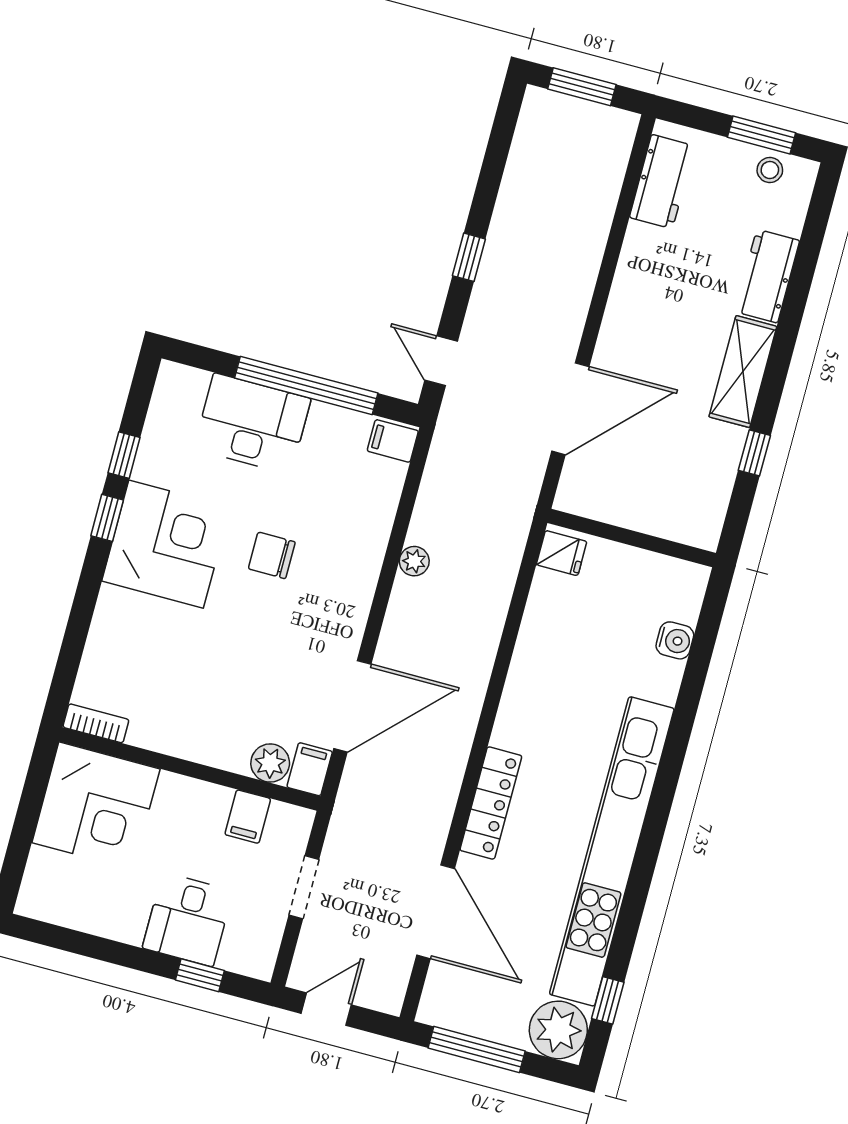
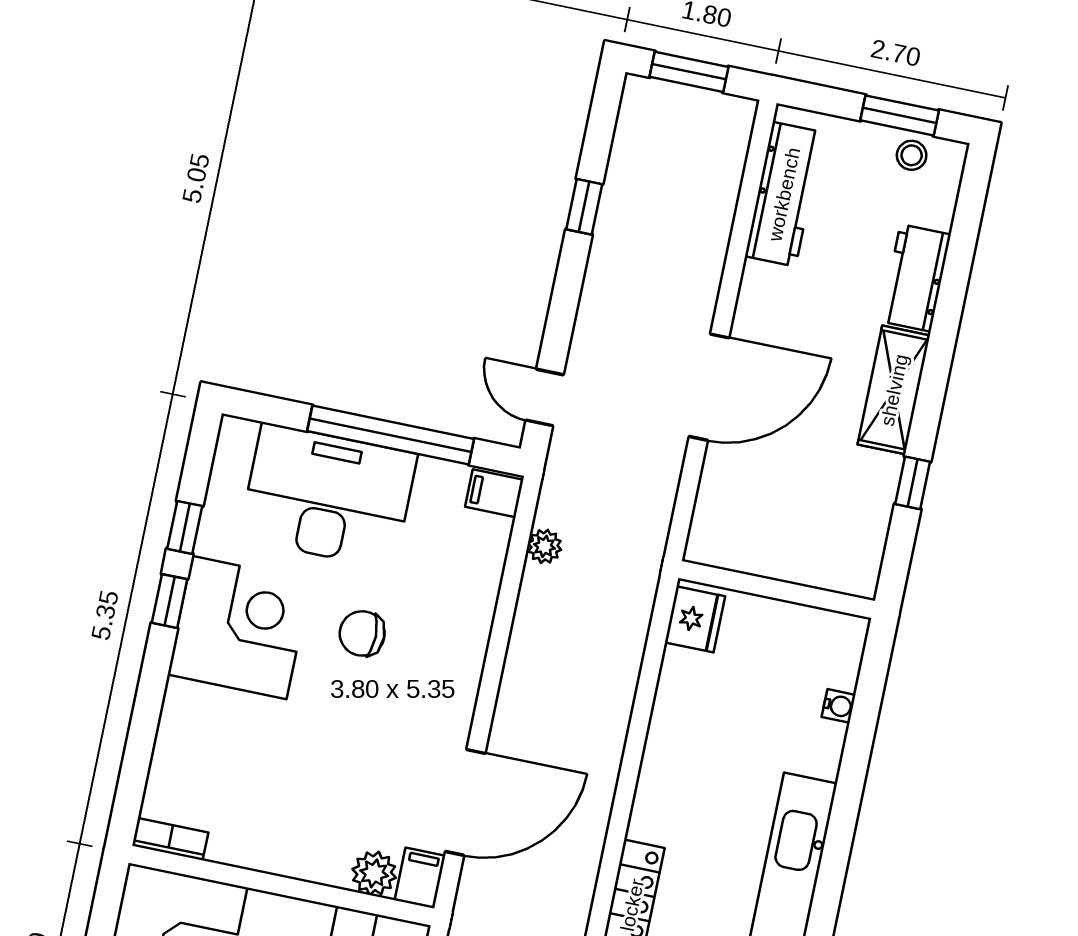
workbench: (662, 182) -> (784, 194), width x1.38
window: (469, 257) -> (584, 207), moved
door: (570, 409) -> (709, 387), moved
desk: (252, 424) -> (328, 496), width x1.36, depth x1.30
fridge: (562, 553) -> (695, 619), width x1.38
plant: (414, 561) -> (544, 546), moved
water cooler: (675, 640) -> (839, 706), width x0.72, depth x0.72

